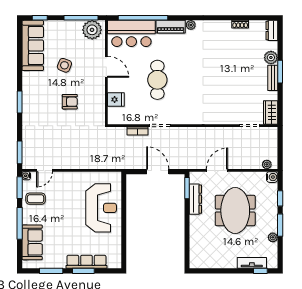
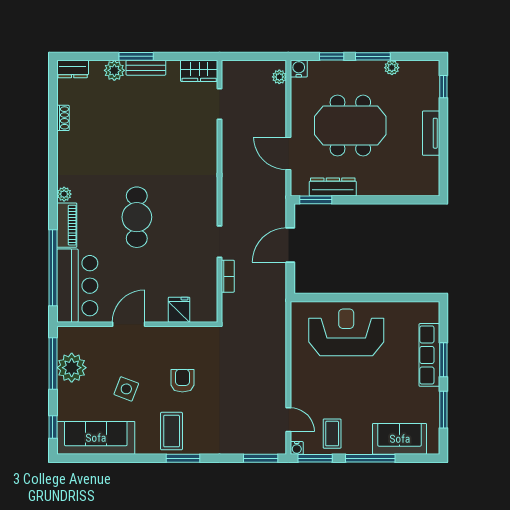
plant: (92, 30) -> (72, 368), moved
cafe table: (157, 80) -> (137, 217), moved, turned 90
coffee table: (37, 95) -> (172, 431), added
tv unit: (252, 263) -> (431, 133), moved

